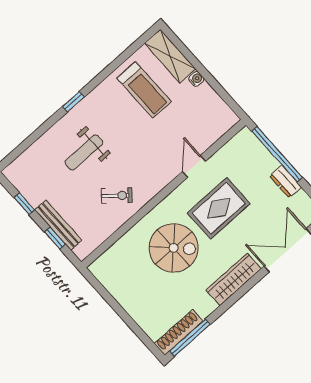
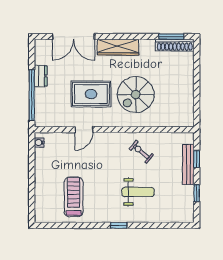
shelving: (170, 56) -> (42, 203), removed
water cooler: (196, 79) -> (39, 142), moved
spiral stairs: (174, 248) -> (136, 95), turned -90
window: (190, 338) -> (171, 37), width x0.69

